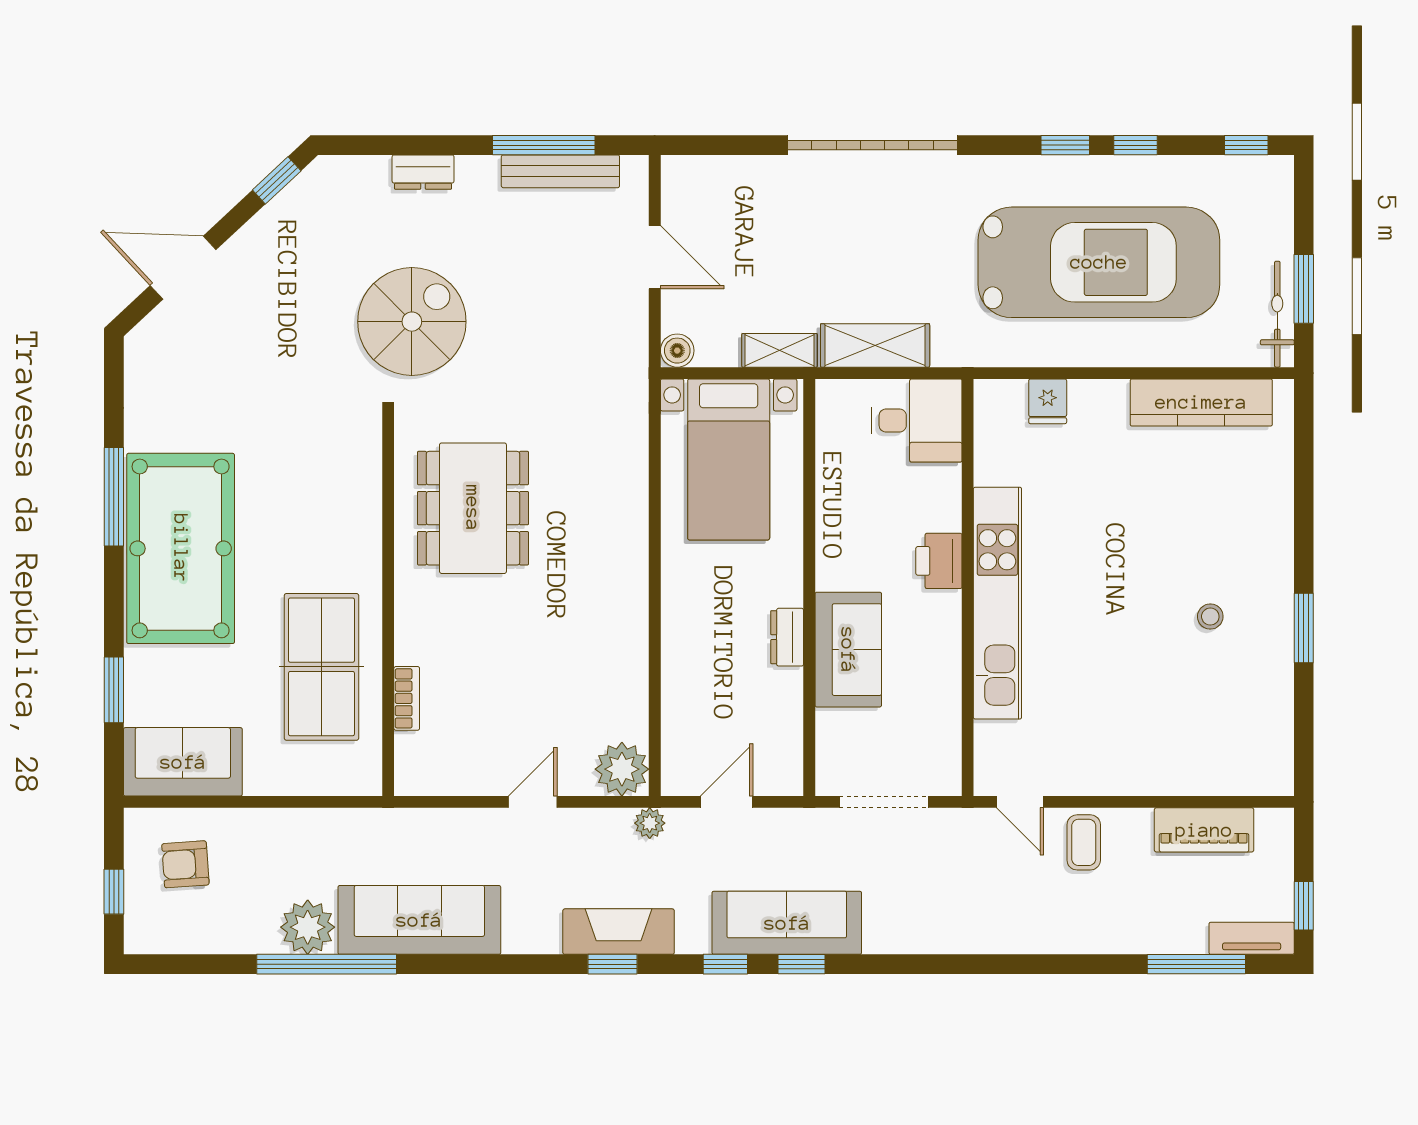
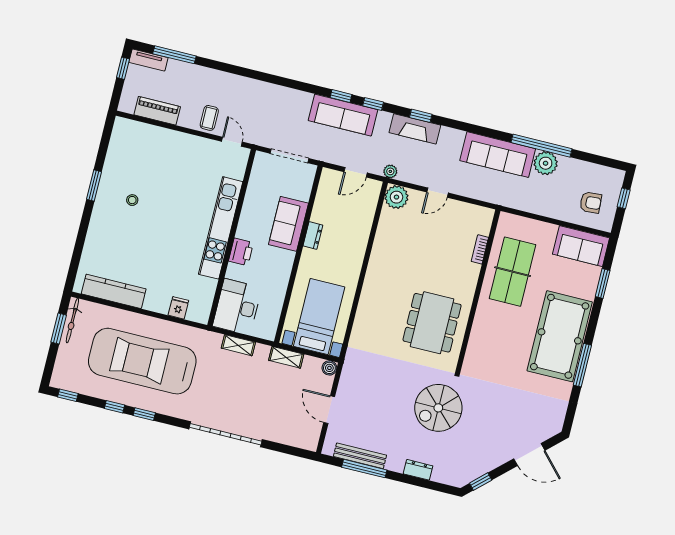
shelving: (875, 345) -> (238, 345), width x0.67, depth x0.75
desk: (917, 421) -> (237, 307), width x1.37

